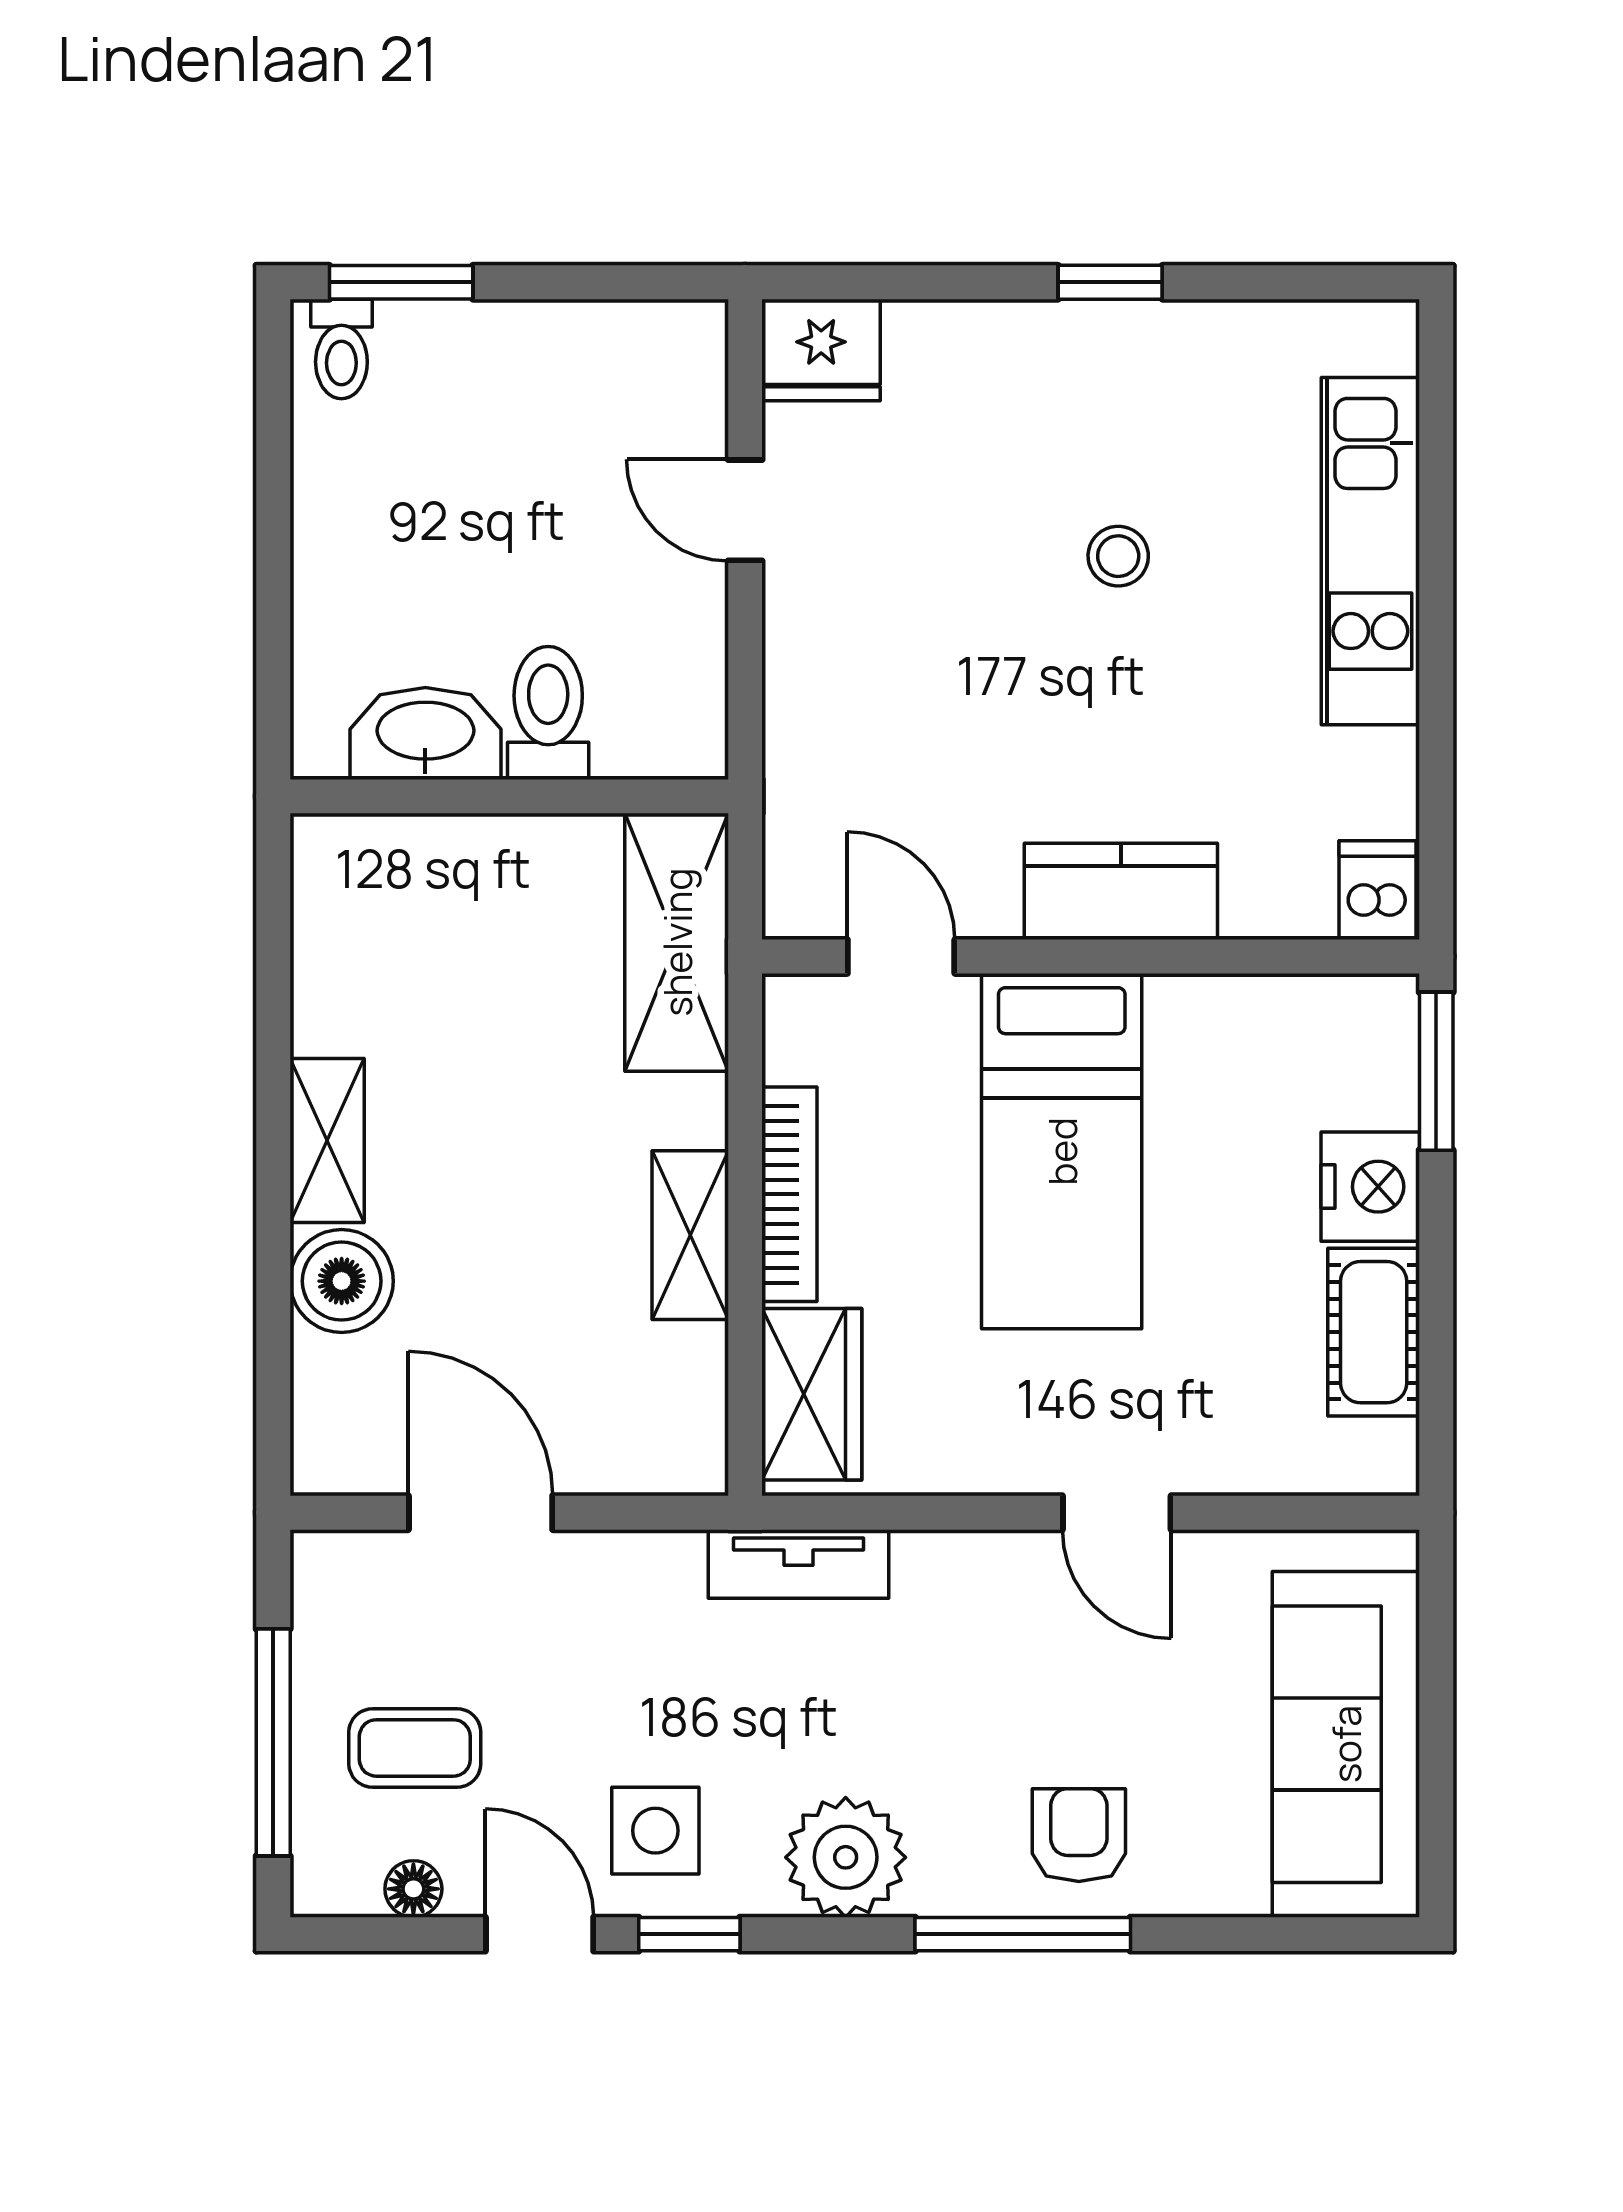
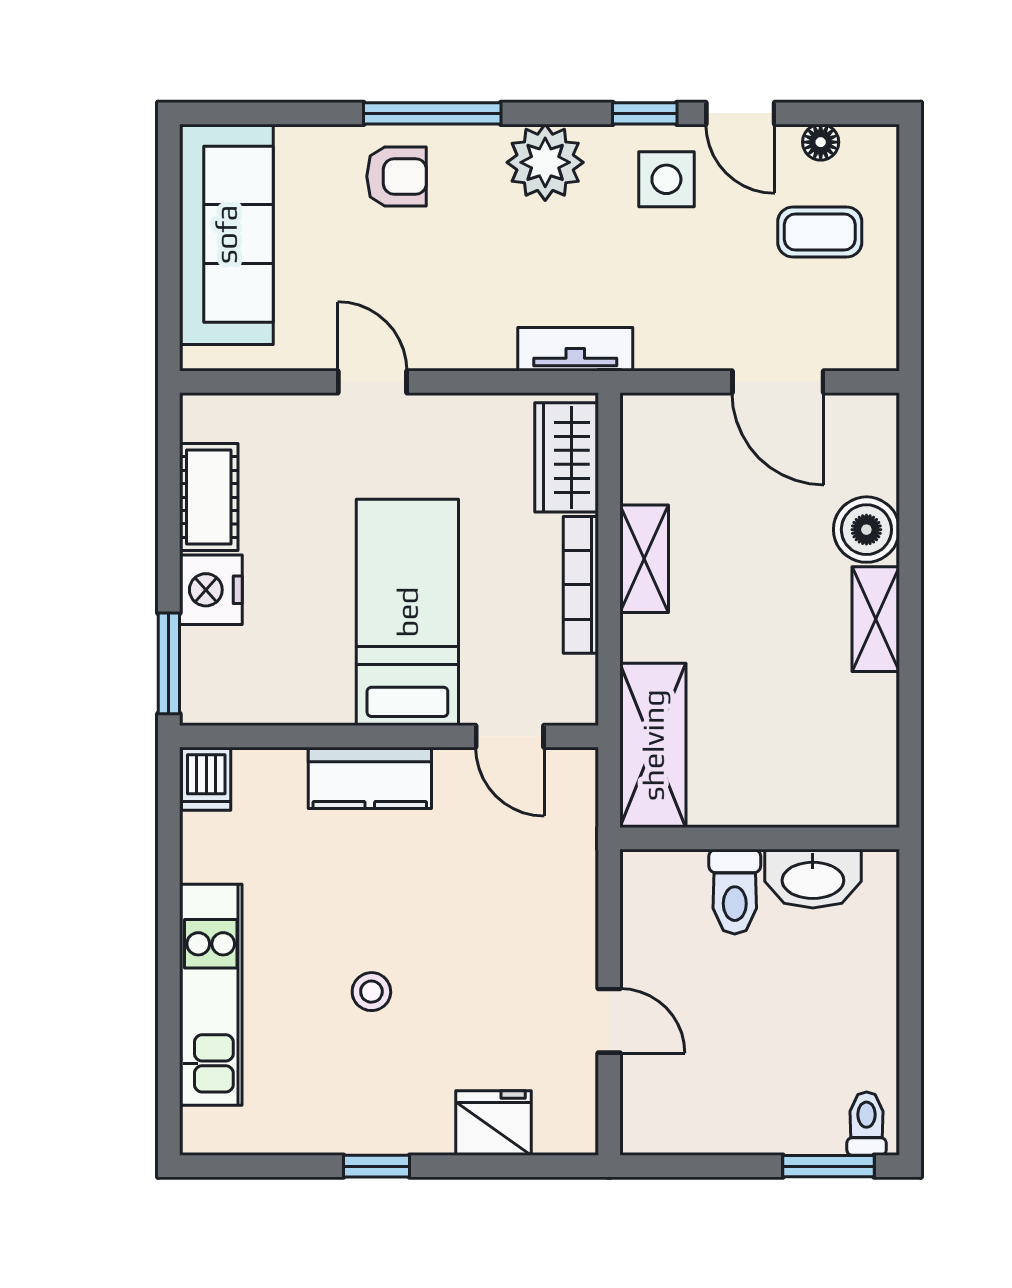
fridge: (821, 350) -> (493, 1123), moved
window: (273, 1742) -> (910, 236), removed
armchair: (1079, 1835) -> (397, 176), turned -90

